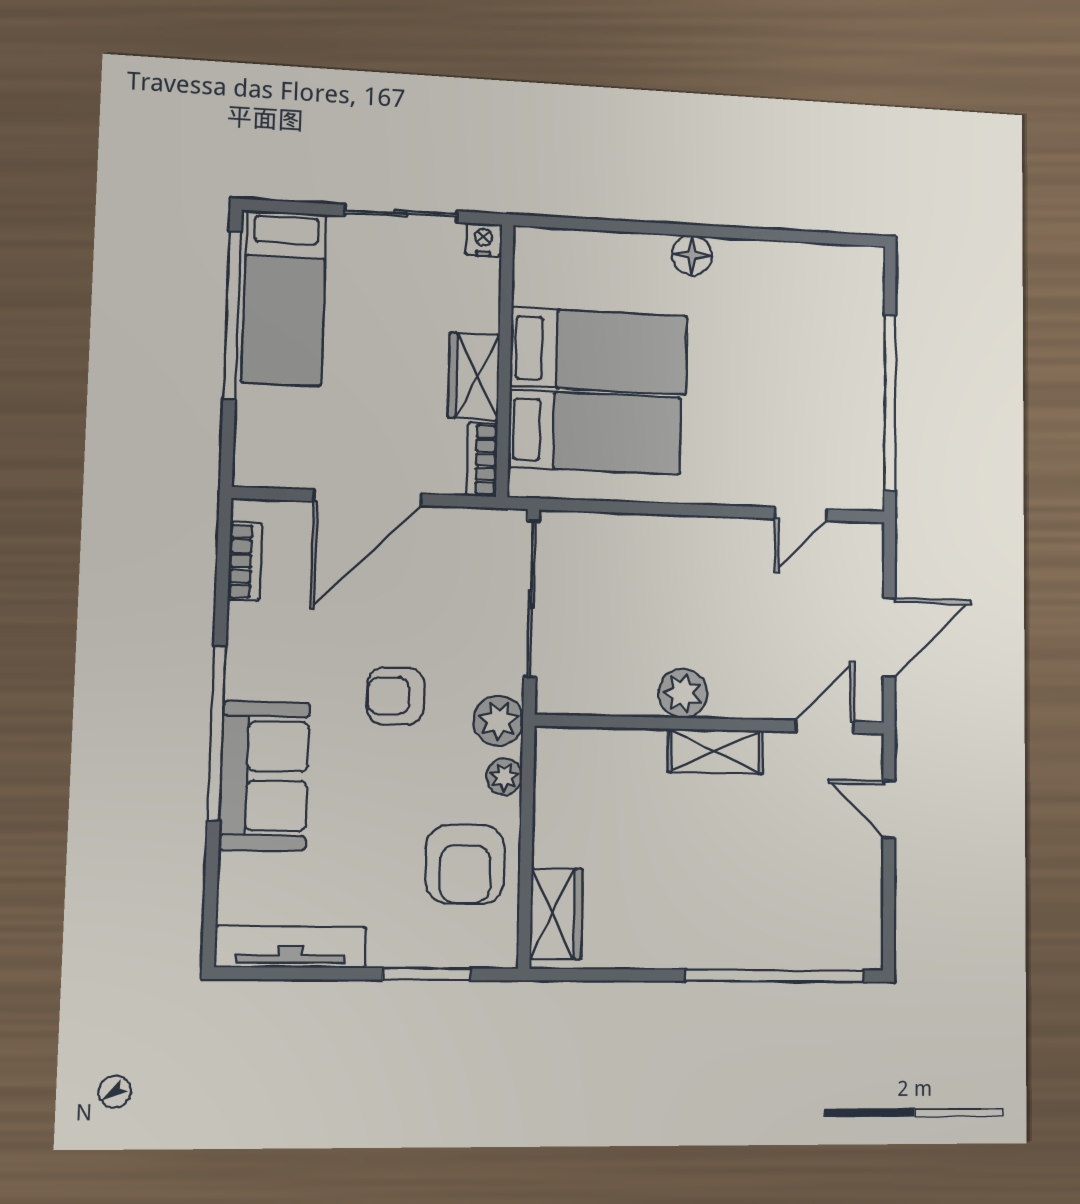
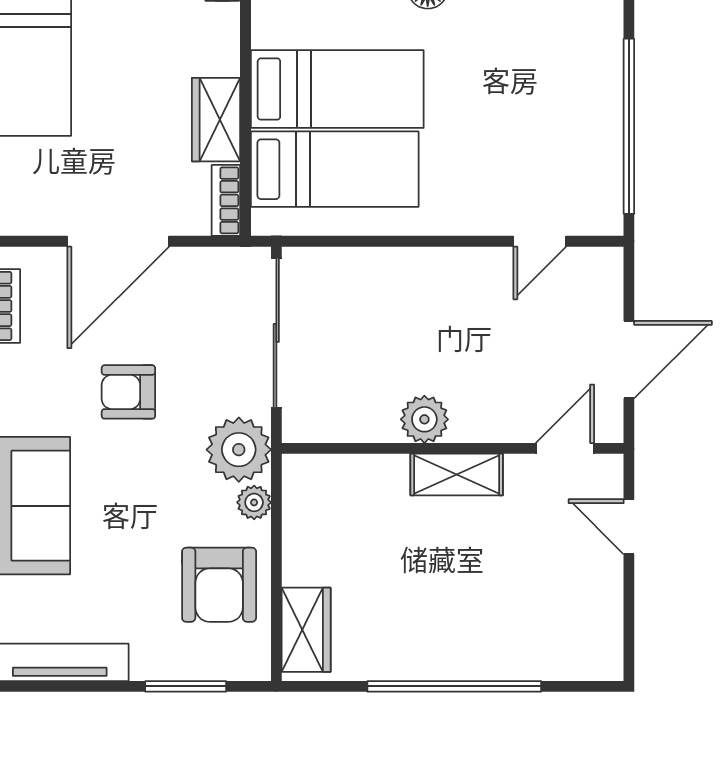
armchair: (395, 696) -> (128, 392), moved
plant: (498, 721) -> (239, 450), width x1.36, depth x1.36
window: (775, 976) -> (454, 686), moved

